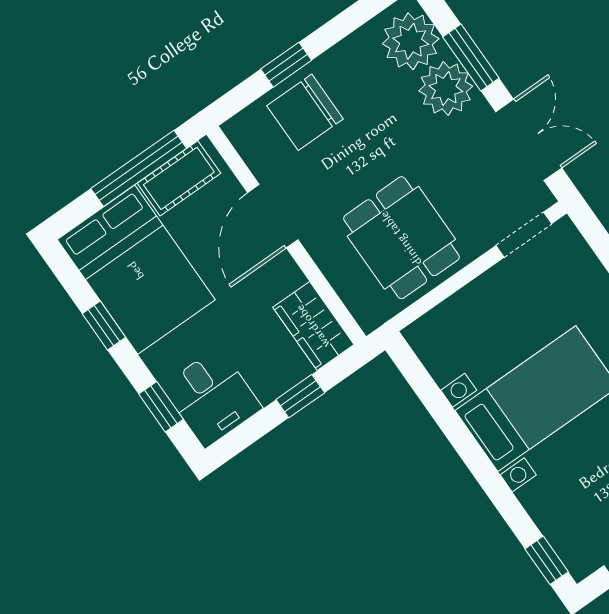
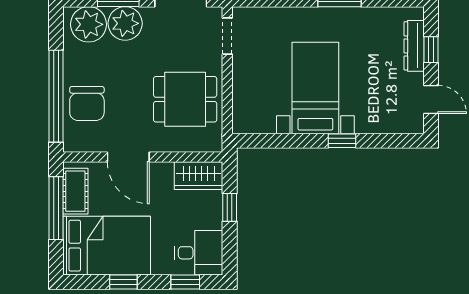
window: (286, 65) -> (56, 96), width x3.17
window: (547, 560) -> (342, 141), moved

